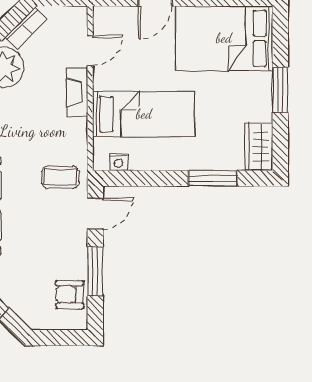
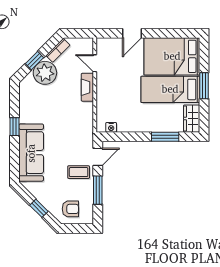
door: (90, 51) -> (95, 63), swing flipped
bed: (144, 114) -> (170, 89), moved, turned 180
coffee table: (60, 177) -> (79, 172), moved
armchair: (70, 294) -> (70, 209), moved, turned 180

